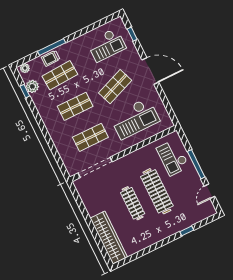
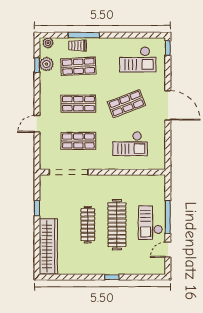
window: (132, 34) -> (168, 48), moved
checkout: (135, 118) -> (130, 144), width x0.73, depth x0.83
door: (49, 140) -> (37, 124), added
checkout: (173, 158) -> (150, 223), moved
window: (84, 210) -> (37, 208), added
window: (187, 231) -> (112, 277), moved

